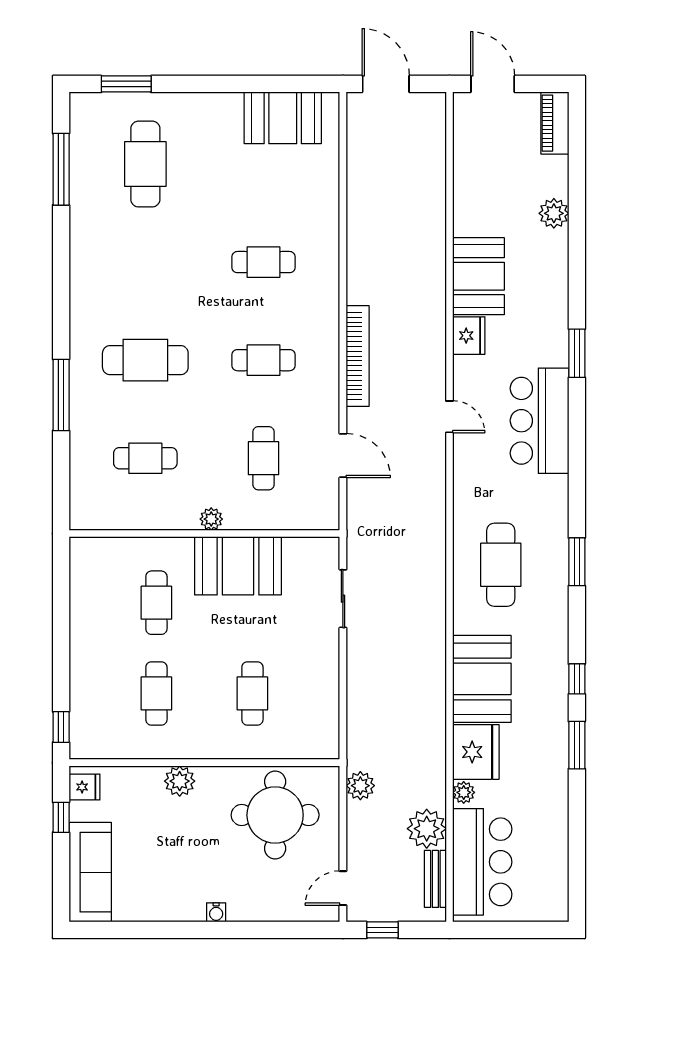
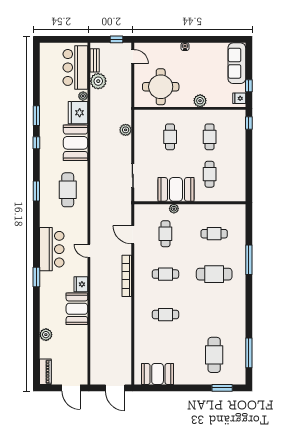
plant: (211, 519) -> (174, 209), moved
plant: (360, 786) -> (126, 130), moved
door: (343, 888) -> (133, 57), hinge flipped

